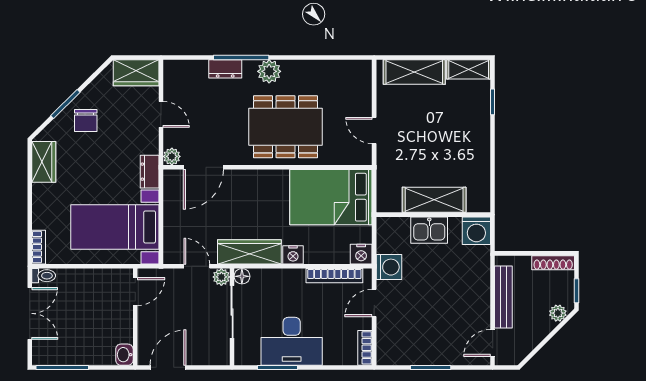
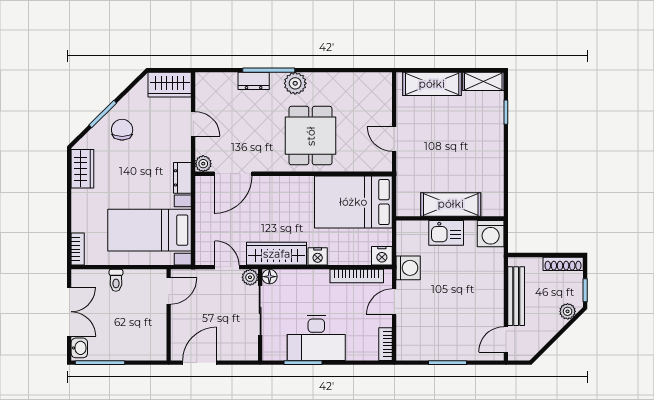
chair: (86, 121) -> (122, 130), turned 180
dining table: (285, 127) -> (311, 136), width x0.73
toilet: (44, 276) -> (116, 280), moved, turned 90
washbasin: (124, 355) -> (79, 348), moved, turned 180

